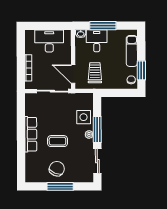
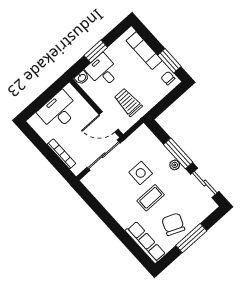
window: (103, 26) -> (96, 51), width x0.69
side table: (84, 117) -> (141, 173), moved
row of seats: (31, 134) -> (145, 242), moved

